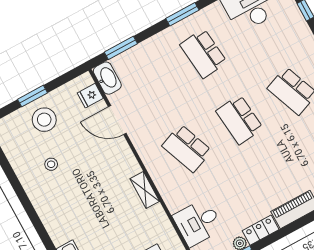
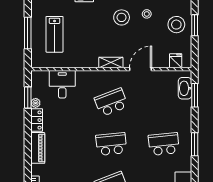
washbasin: (107, 78) -> (185, 88), moved, turned 90
door: (117, 120) -> (141, 69), moved
shelving: (145, 190) -> (111, 63), moved
stool: (73, 194) -> (122, 17), added

